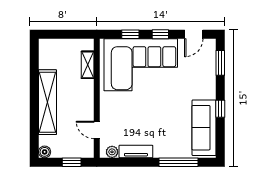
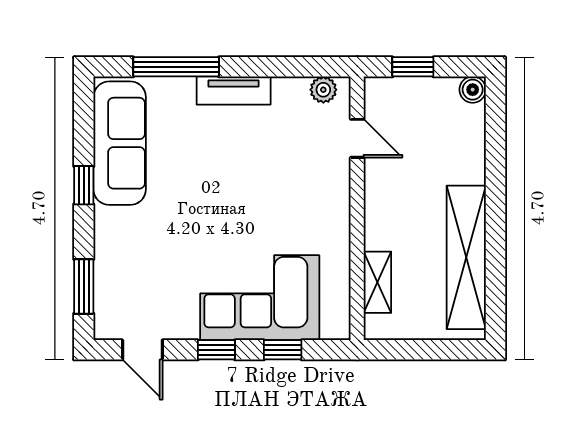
door: (194, 34) -> (142, 350), swing flipped
corner sofa: (141, 65) -> (260, 298), width x0.73, depth x0.74
shelving: (47, 102) -> (466, 257), moved
tv unit: (136, 151) -> (234, 91), moved

